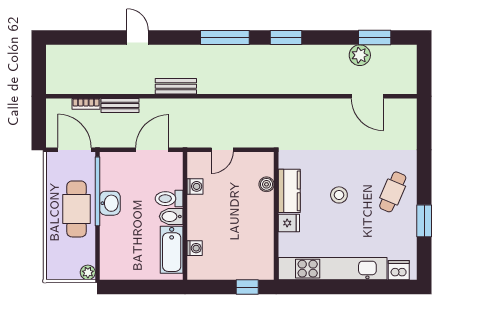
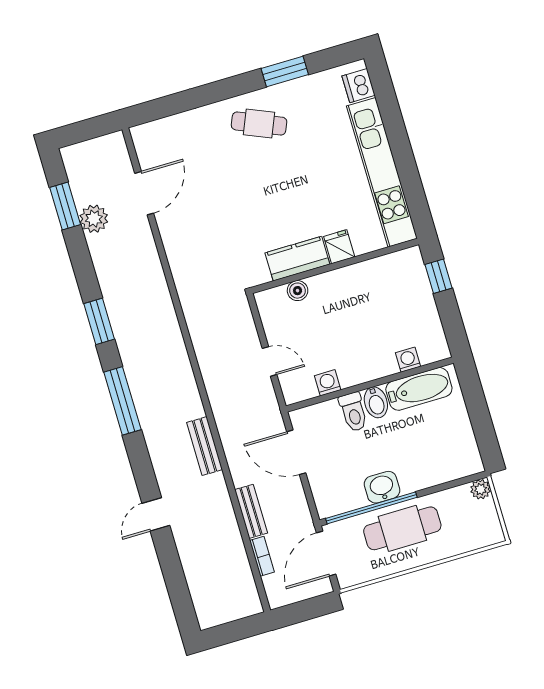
stool: (339, 195) -> (284, 192), removed

